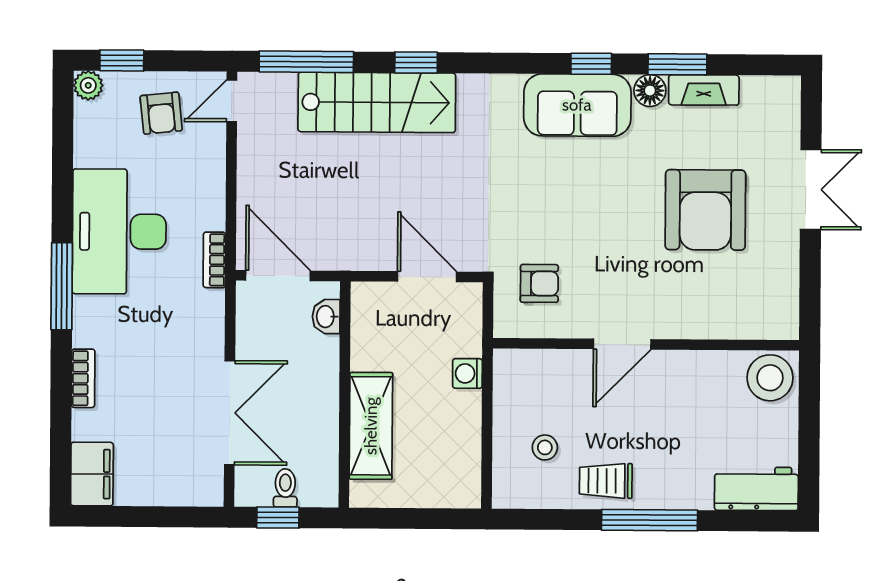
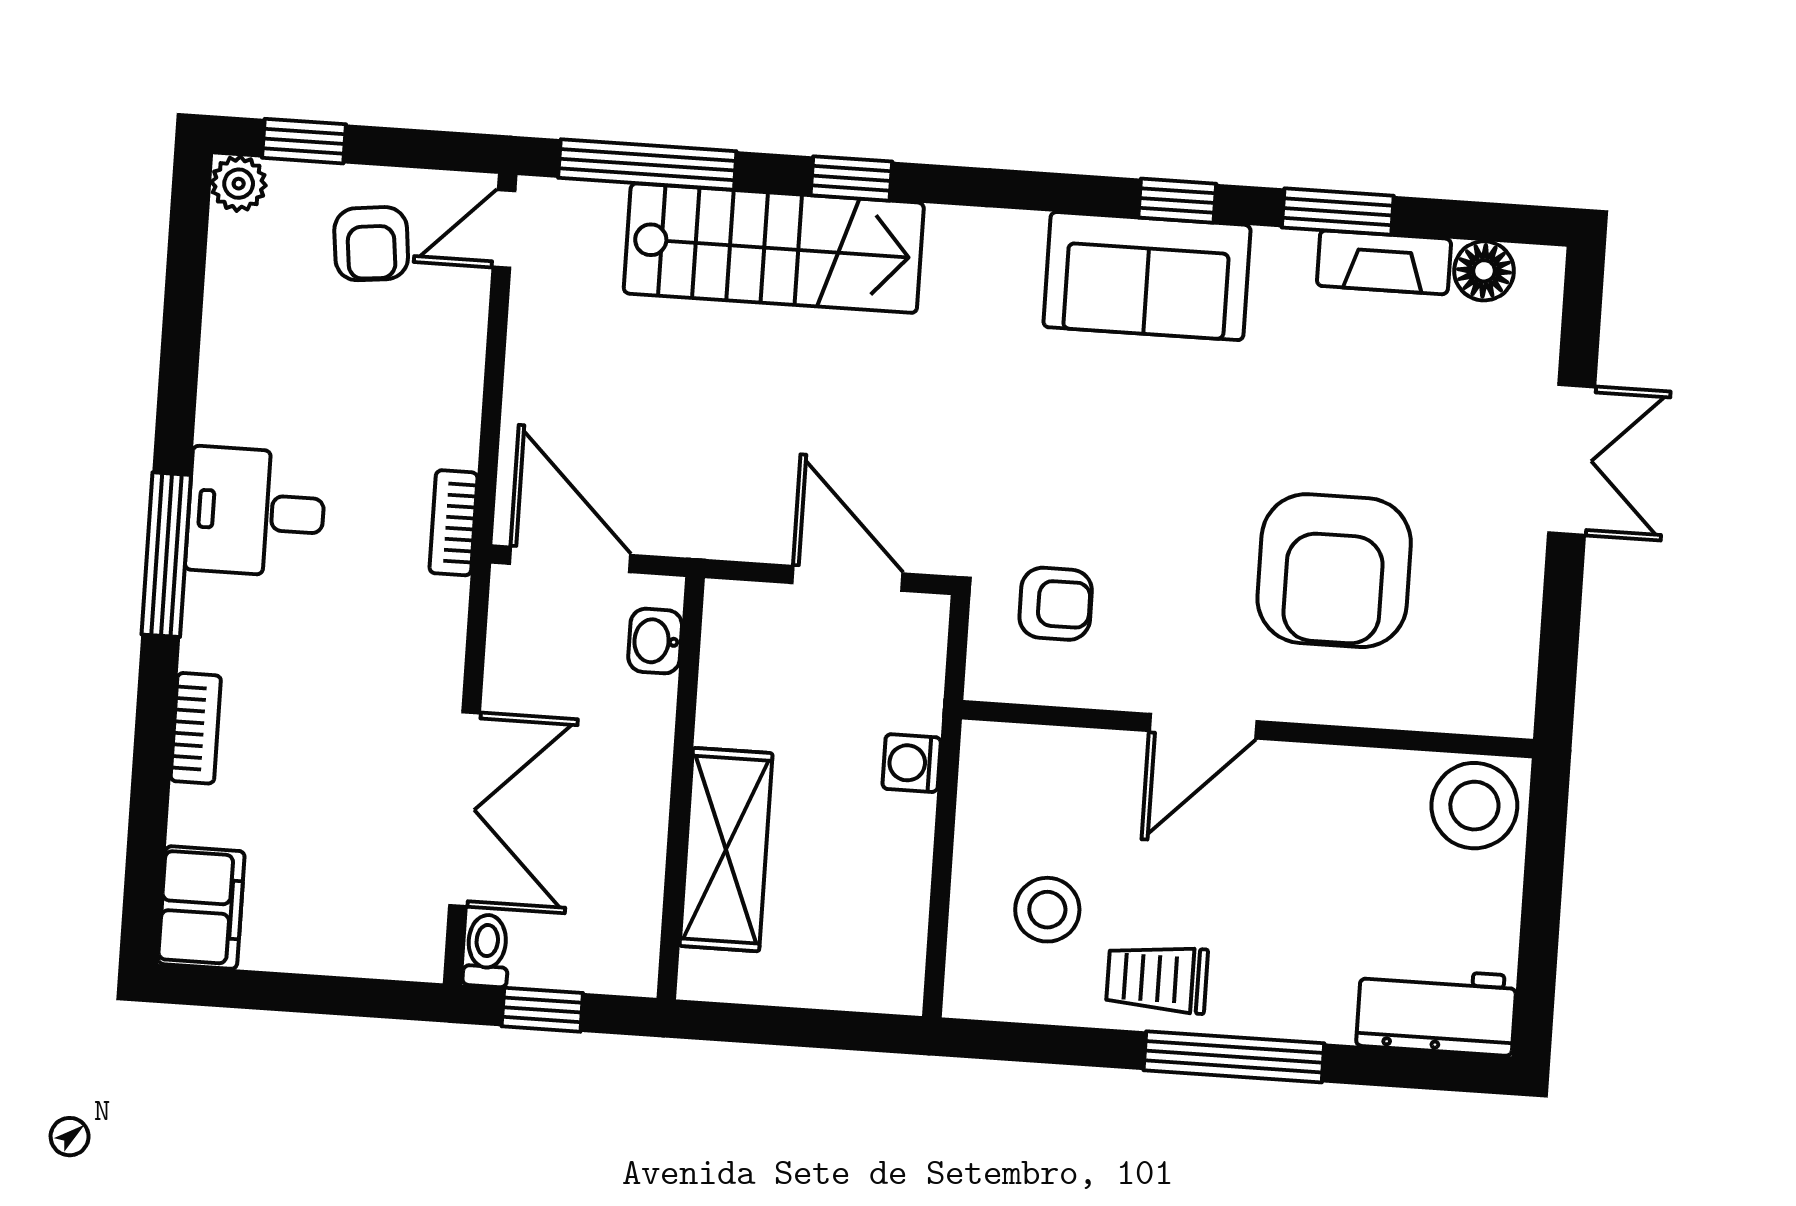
floor lamp: (650, 91) -> (1484, 271), moved
armchair: (705, 210) -> (1334, 571), moved
desk: (119, 231) -> (256, 512), width x0.53, depth x0.77
stool: (545, 447) -> (1047, 910), width x1.37, depth x1.37
toilet: (285, 488) -> (487, 951), moved

